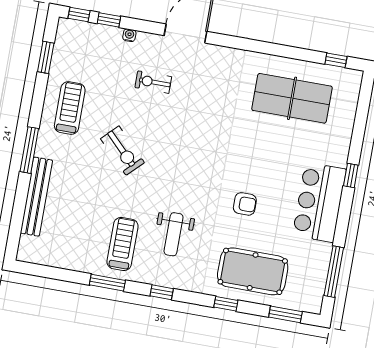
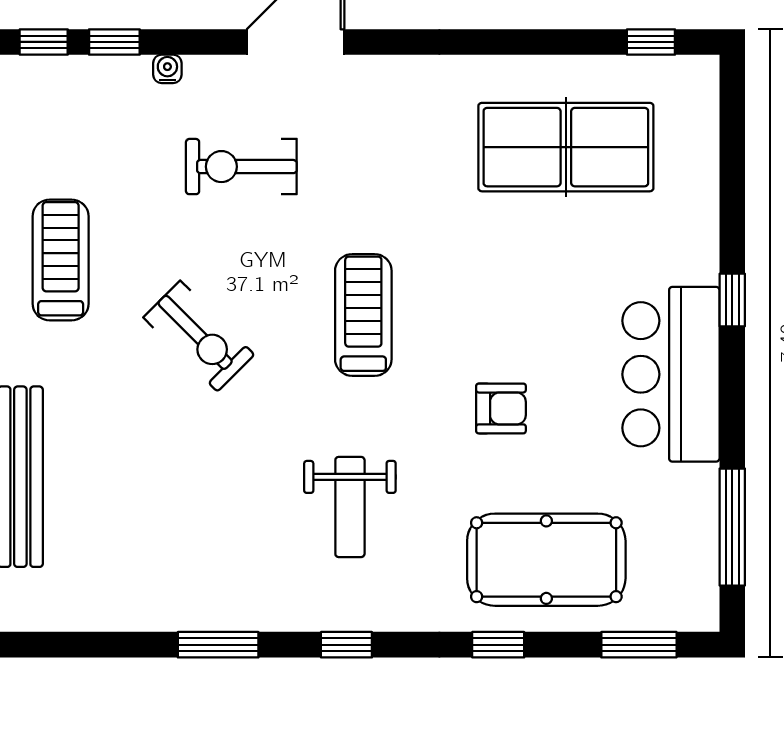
exercise bike: (153, 82) -> (241, 167), width x1.38, depth x1.39
treadmill: (122, 244) -> (363, 315), moved

